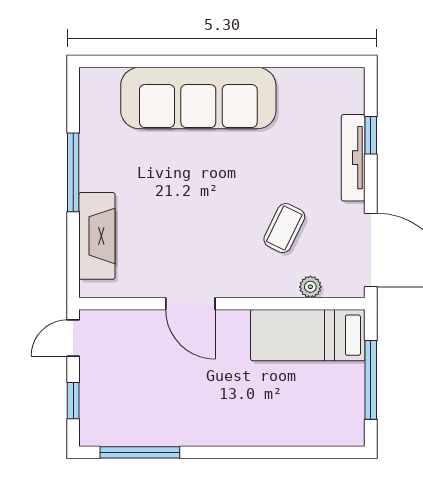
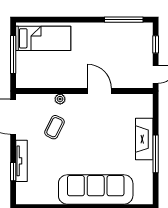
fireplace: (97, 236) -> (144, 139), moved
plant: (310, 287) -> (60, 99), moved
bed: (308, 335) -> (43, 38), moved

